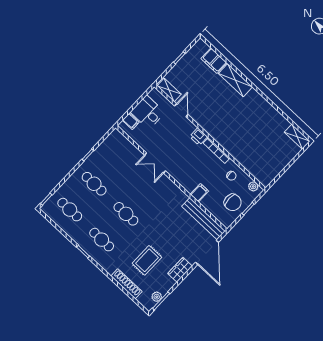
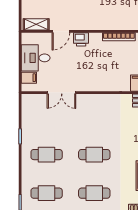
door: (181, 110) -> (61, 31), swing flipped
printer: (198, 137) -> (81, 39), moved
double door: (155, 163) -> (62, 93), moved

